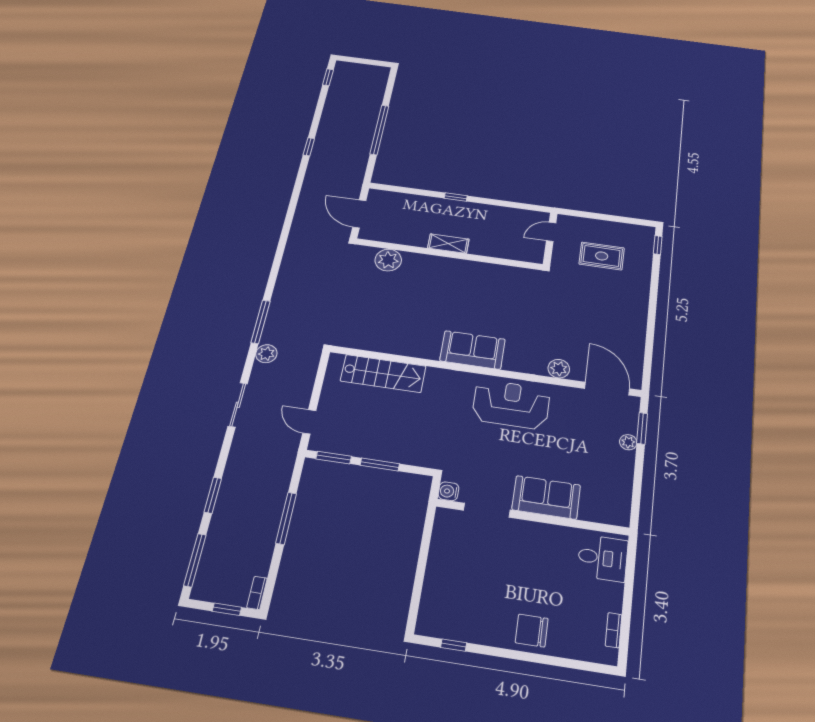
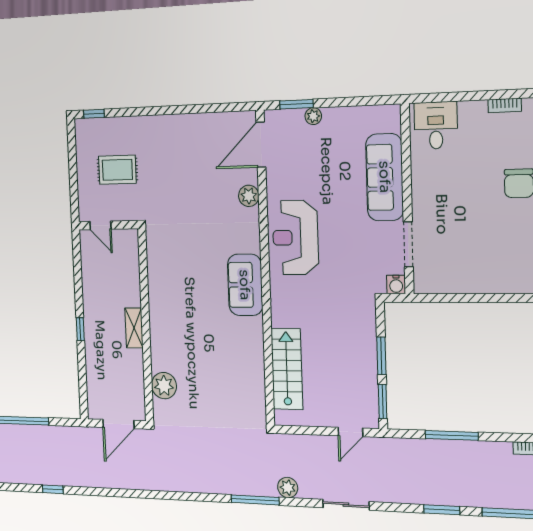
rug: (602, 256) -> (117, 170), turned 90
sofa: (546, 497) -> (385, 177), width x1.36

